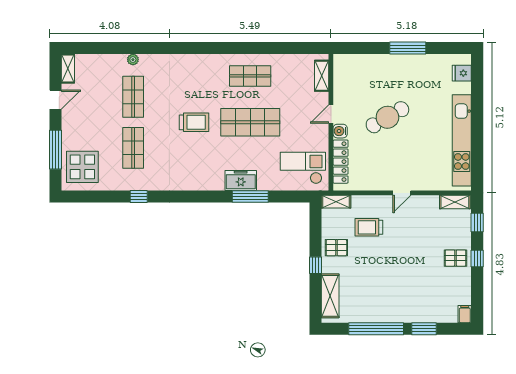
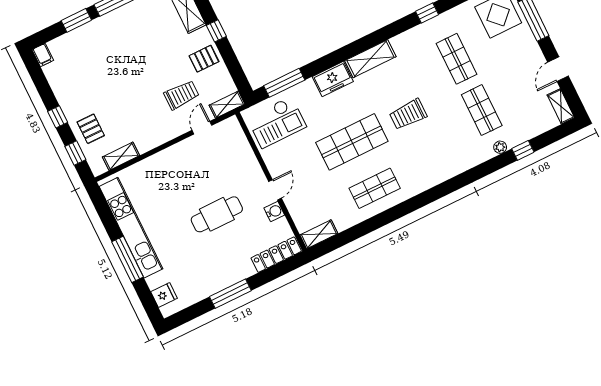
window: (116, 48) -> (523, 150), added
shelving: (322, 76) -> (319, 234), moved, turned 90
window: (477, 116) -> (127, 259), added
cafe table: (387, 117) -> (217, 214), turned 30
water cooler: (340, 131) -> (274, 211), moved
locker: (341, 162) -> (276, 255), moved, turned 90
shelving: (202, 182) -> (370, 59), added
door: (402, 193) -> (202, 128), moved
window: (250, 196) -> (284, 83), moved
shelving: (455, 202) -> (121, 156), moved
pallet: (456, 258) -> (91, 129), moved, turned 90

